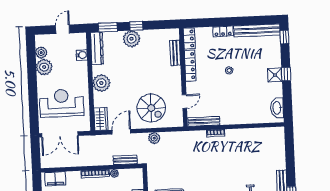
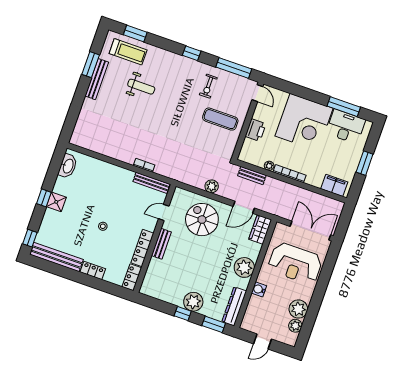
bench: (175, 53) -> (161, 244), moved
water cooler: (82, 55) -> (259, 289), moved

